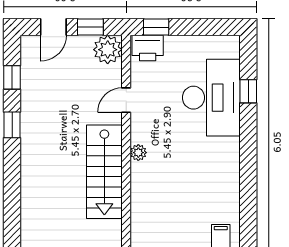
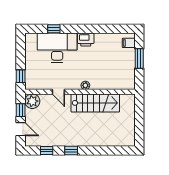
printer: (148, 48) -> (86, 40), moved, turned 90

